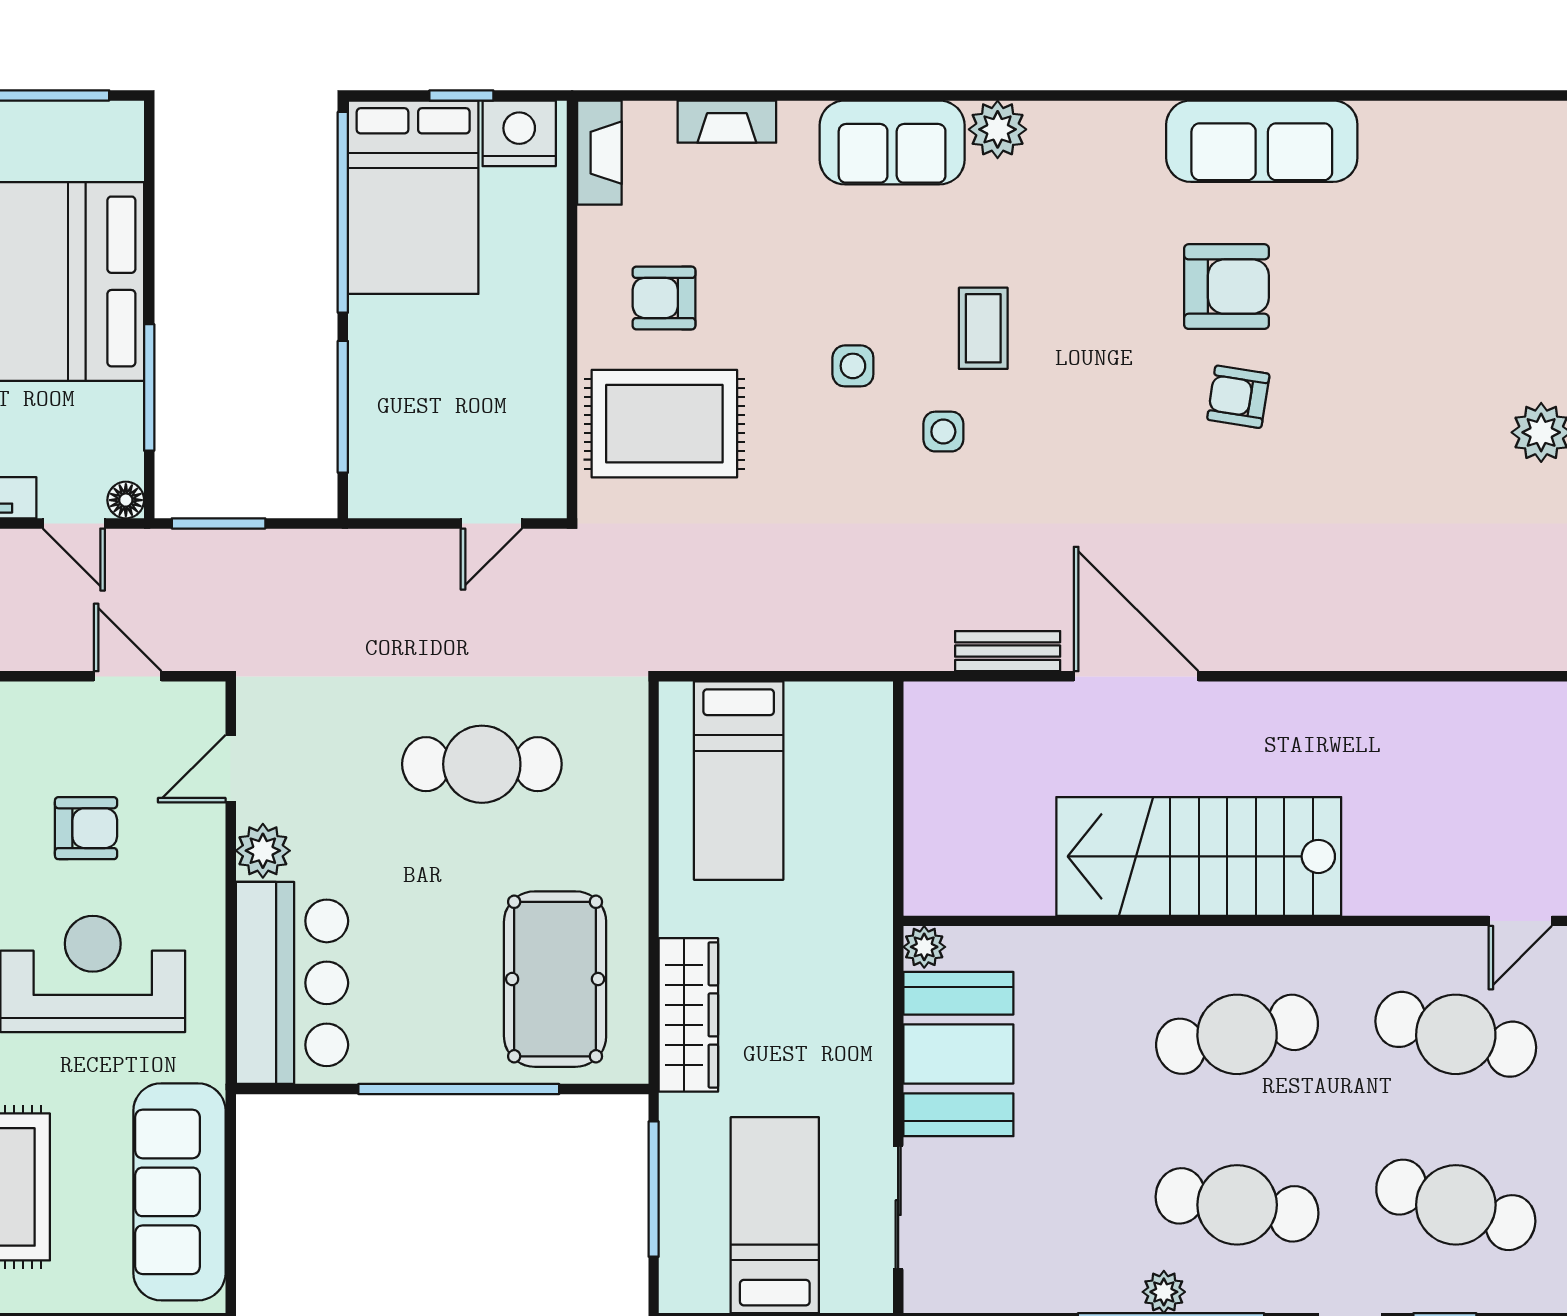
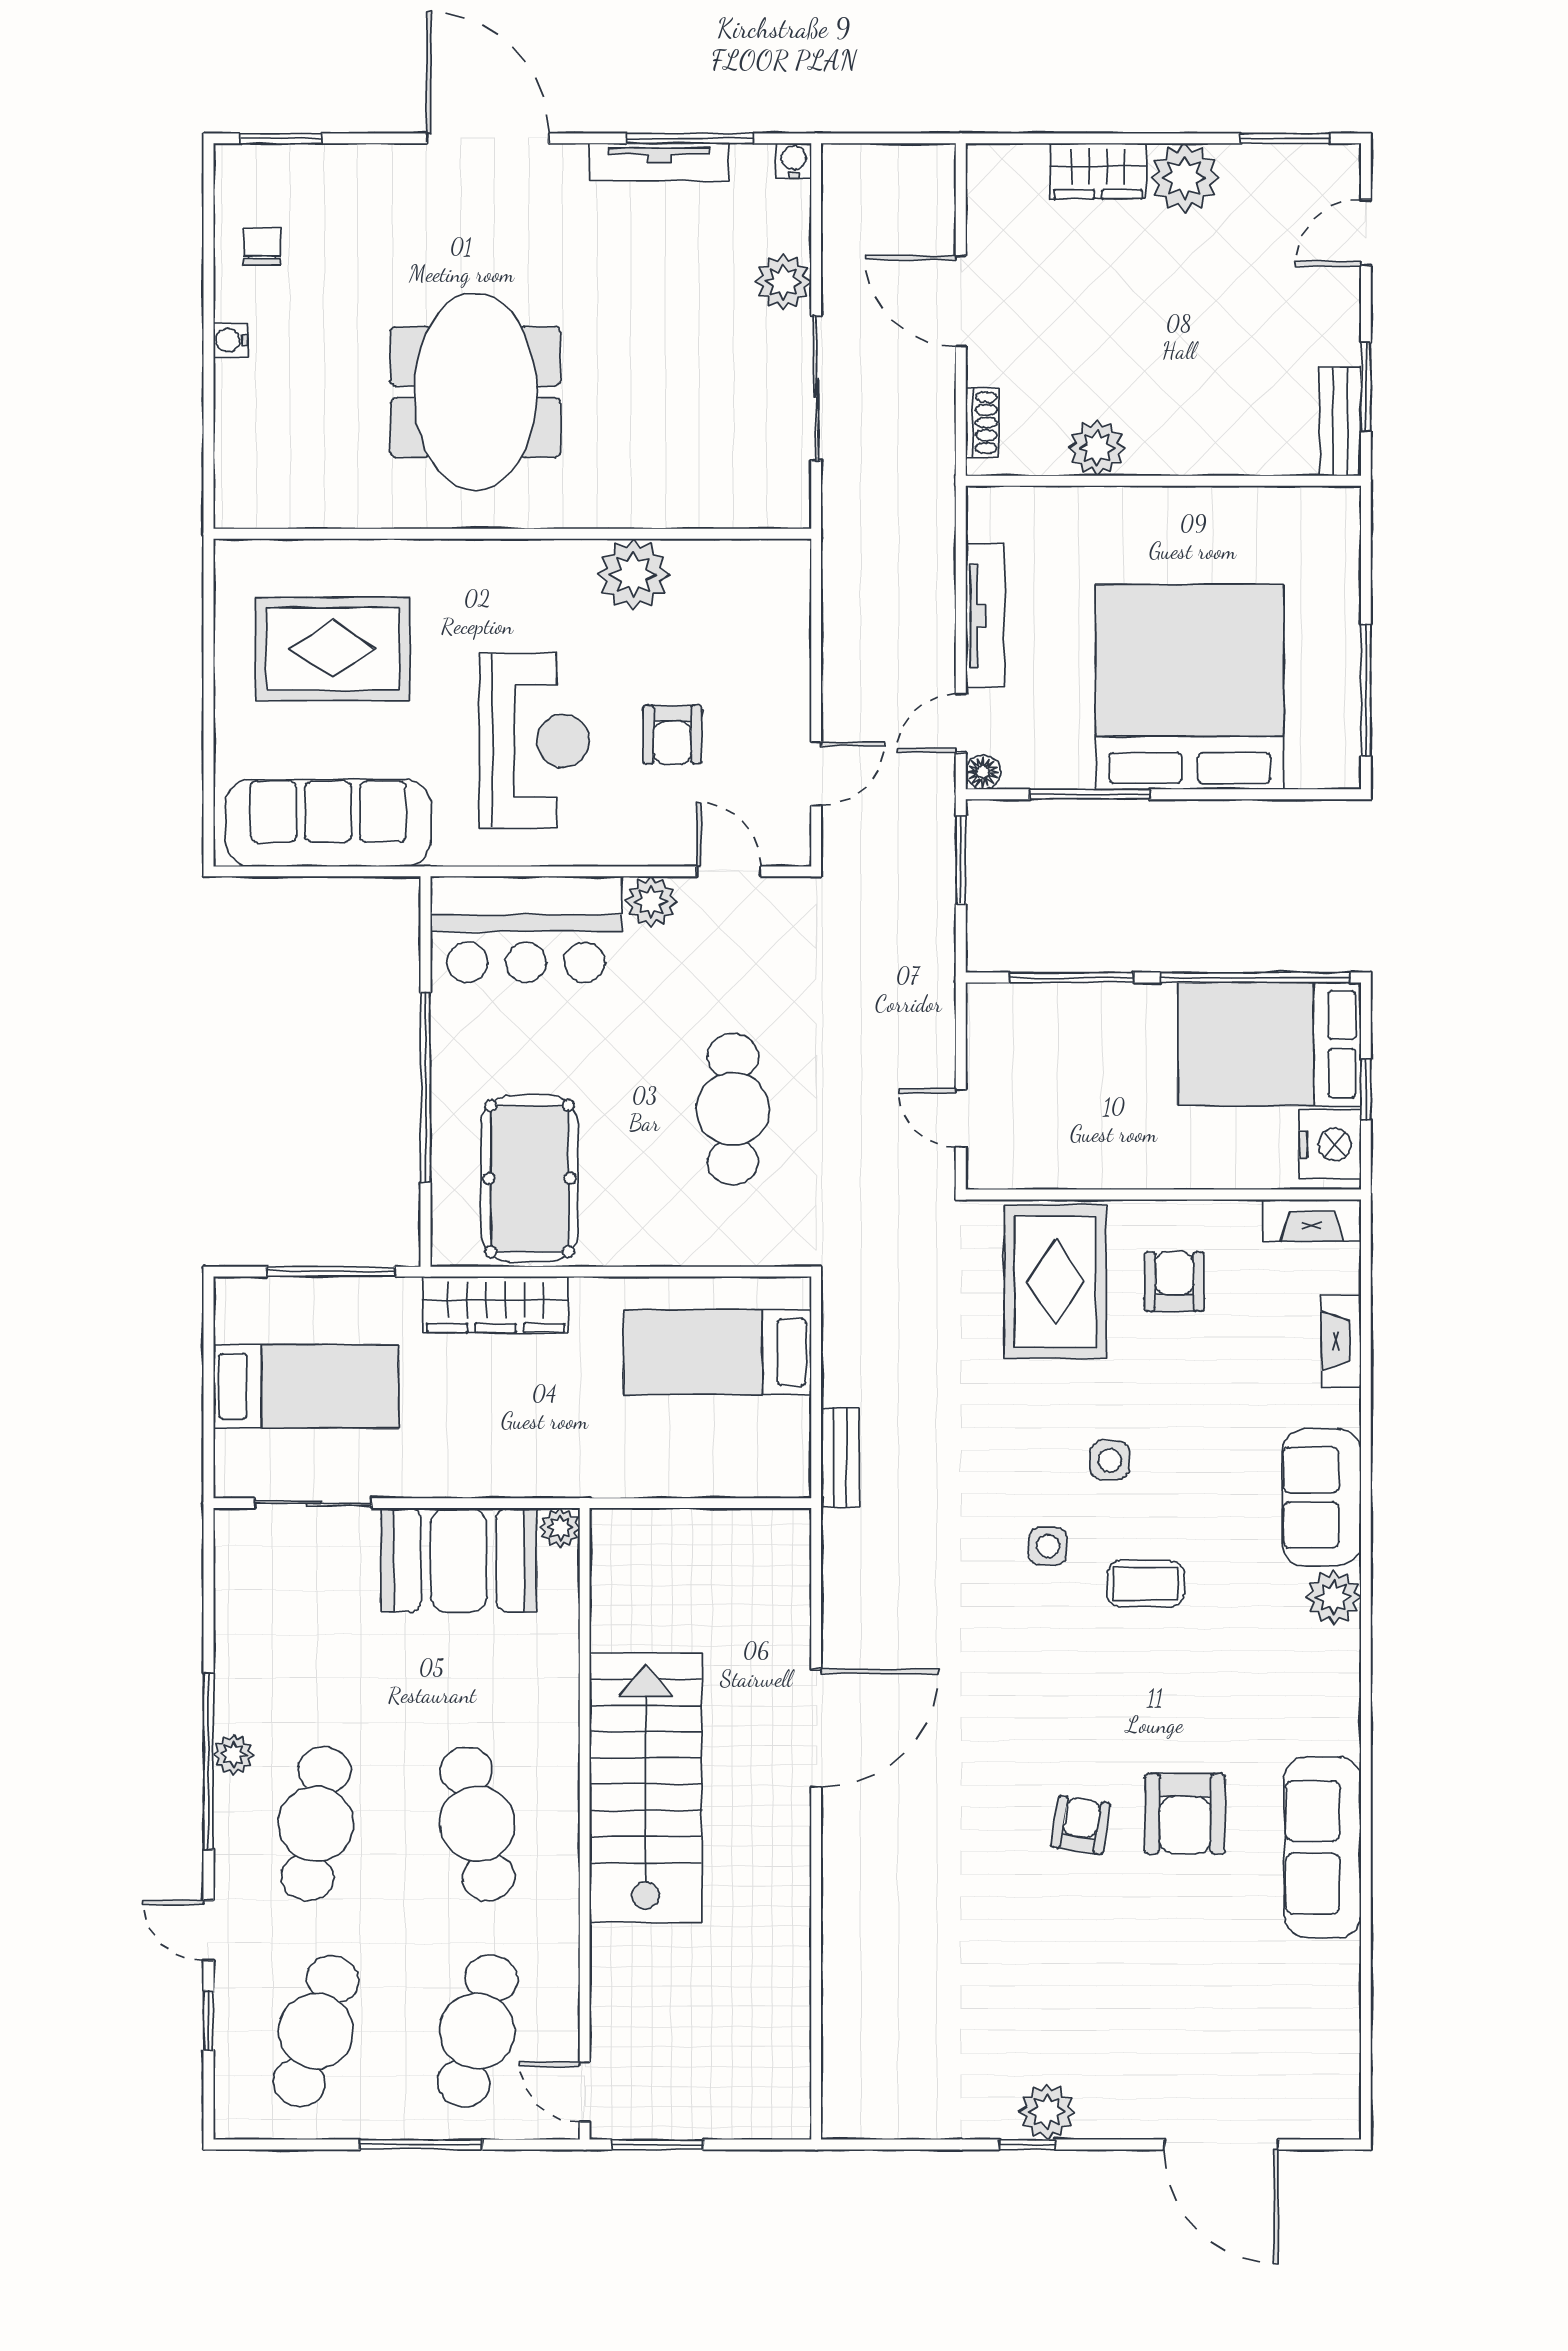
bench: (1008, 651) -> (840, 1458), moved
pool table: (555, 979) -> (530, 1178), turned 90

